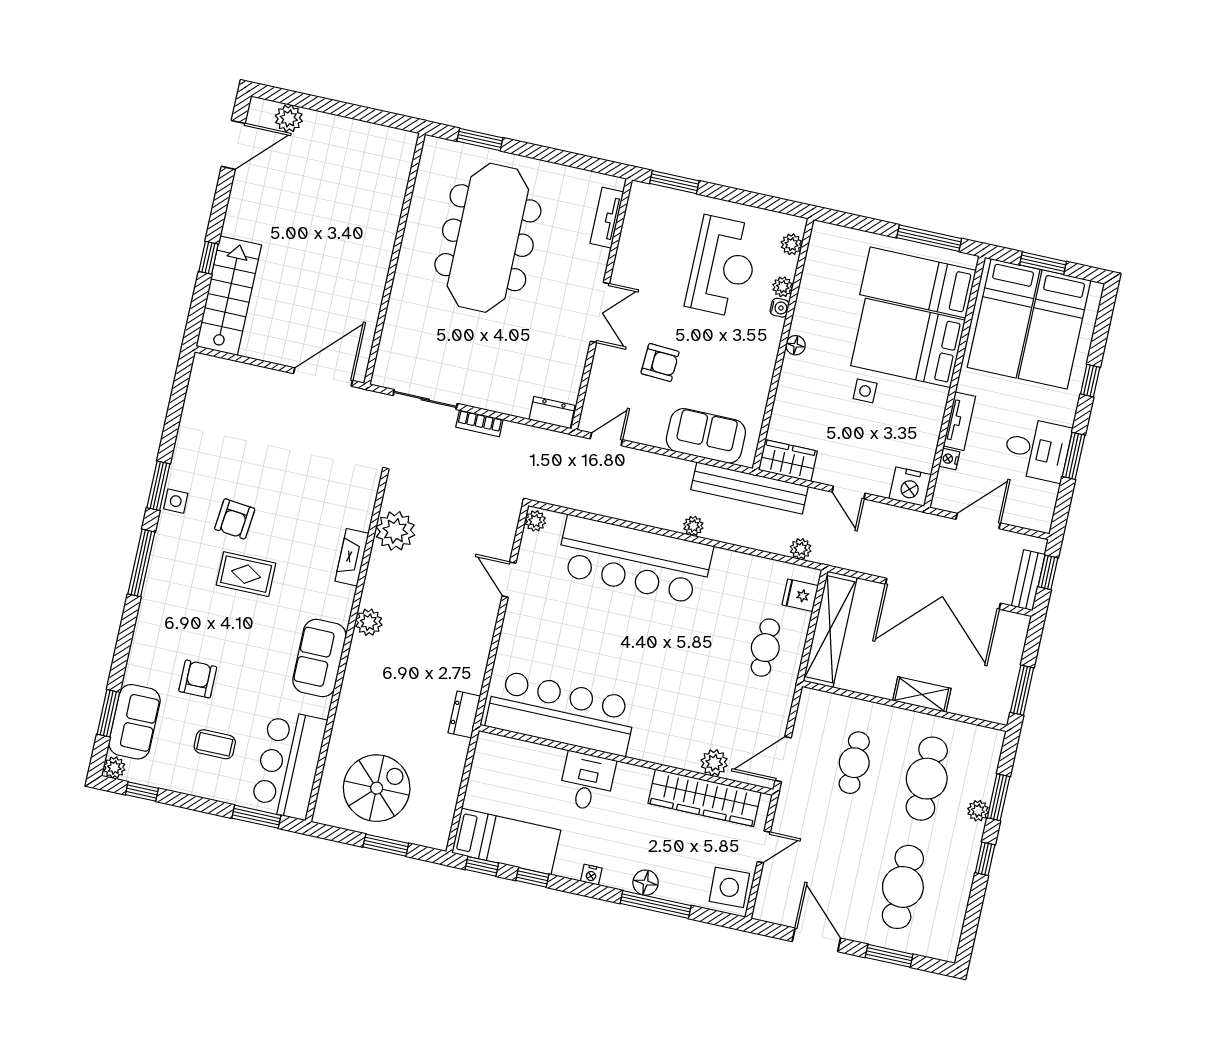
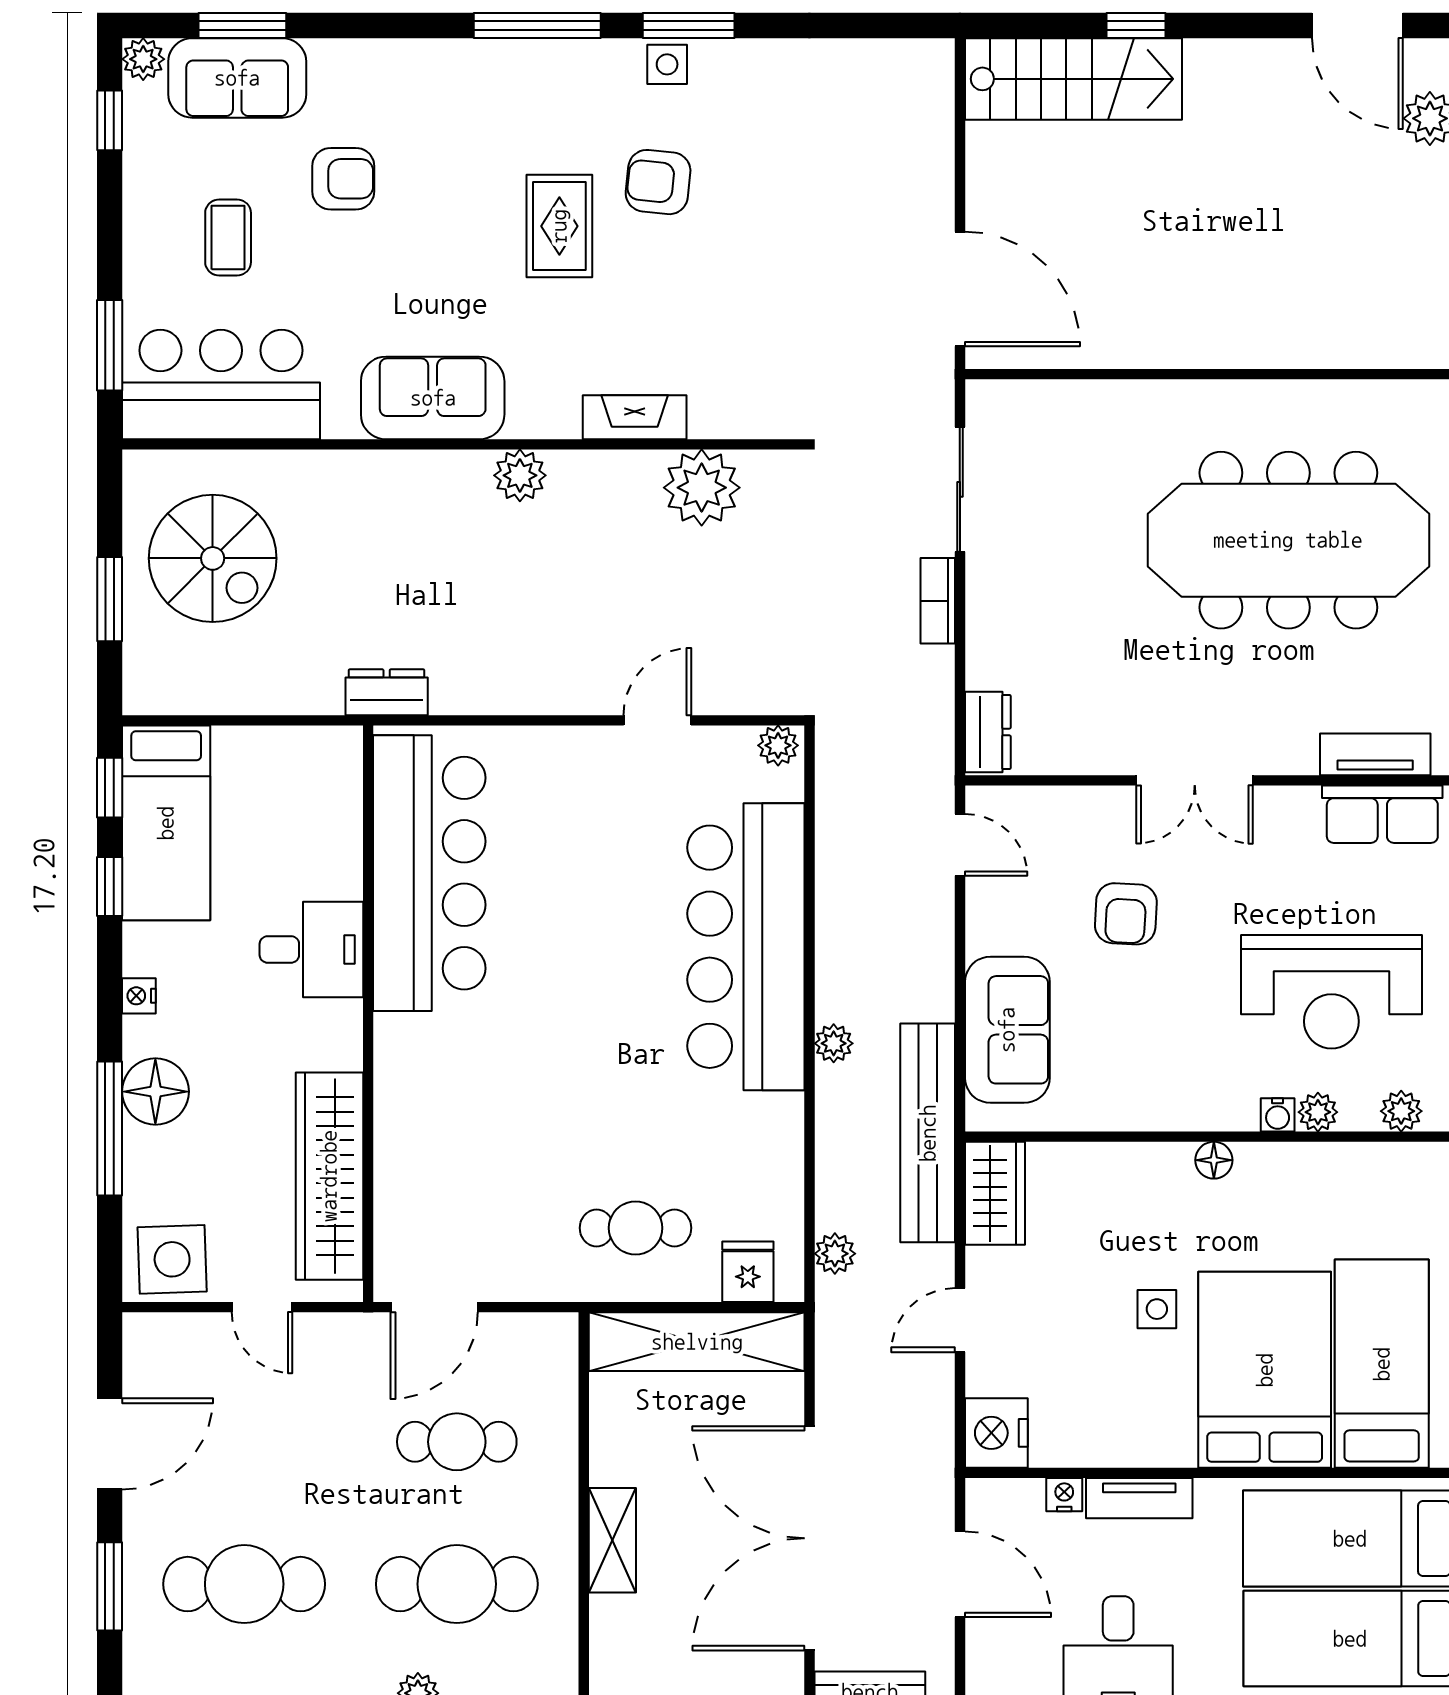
row of seats: (638, 221) -> (1382, 814), added
door: (783, 759) -> (434, 1307), swing flipped
plant: (714, 763) -> (399, 1180), removed
floor lamp: (646, 883) -> (155, 1092), width x1.38, depth x1.38

